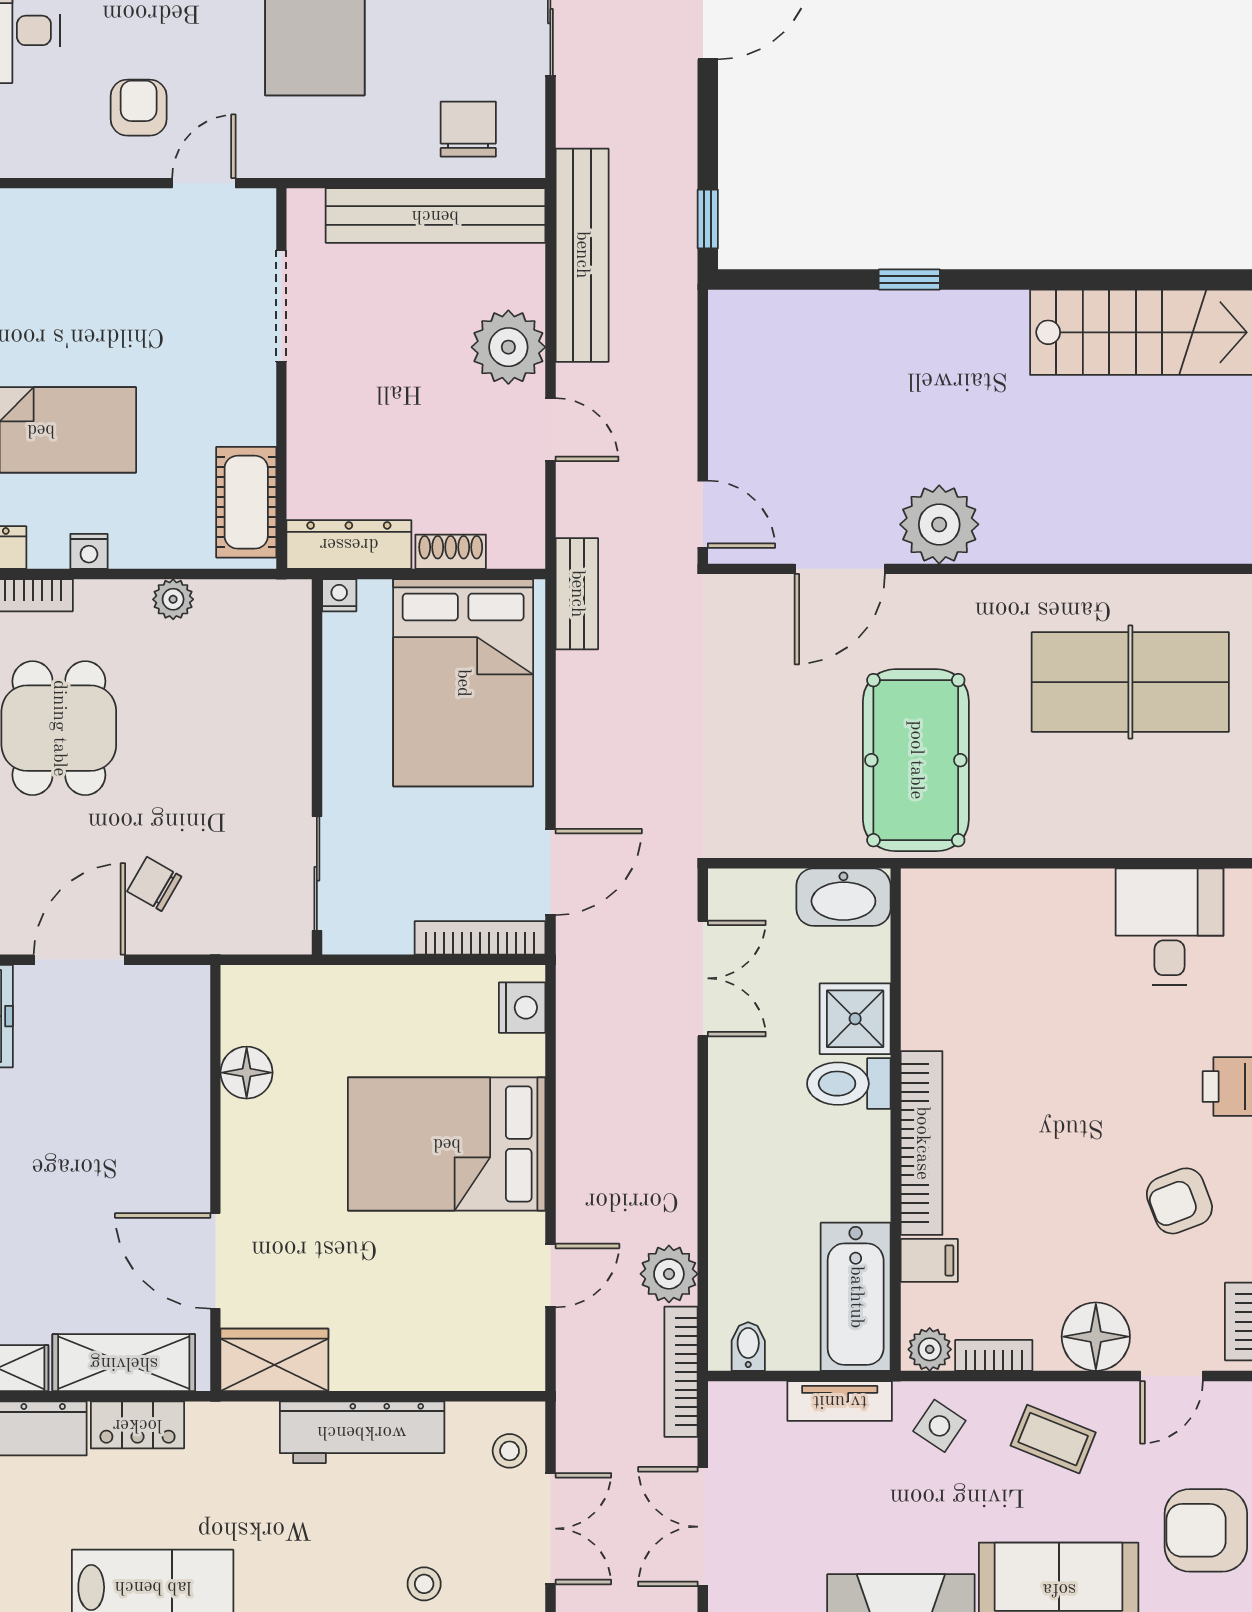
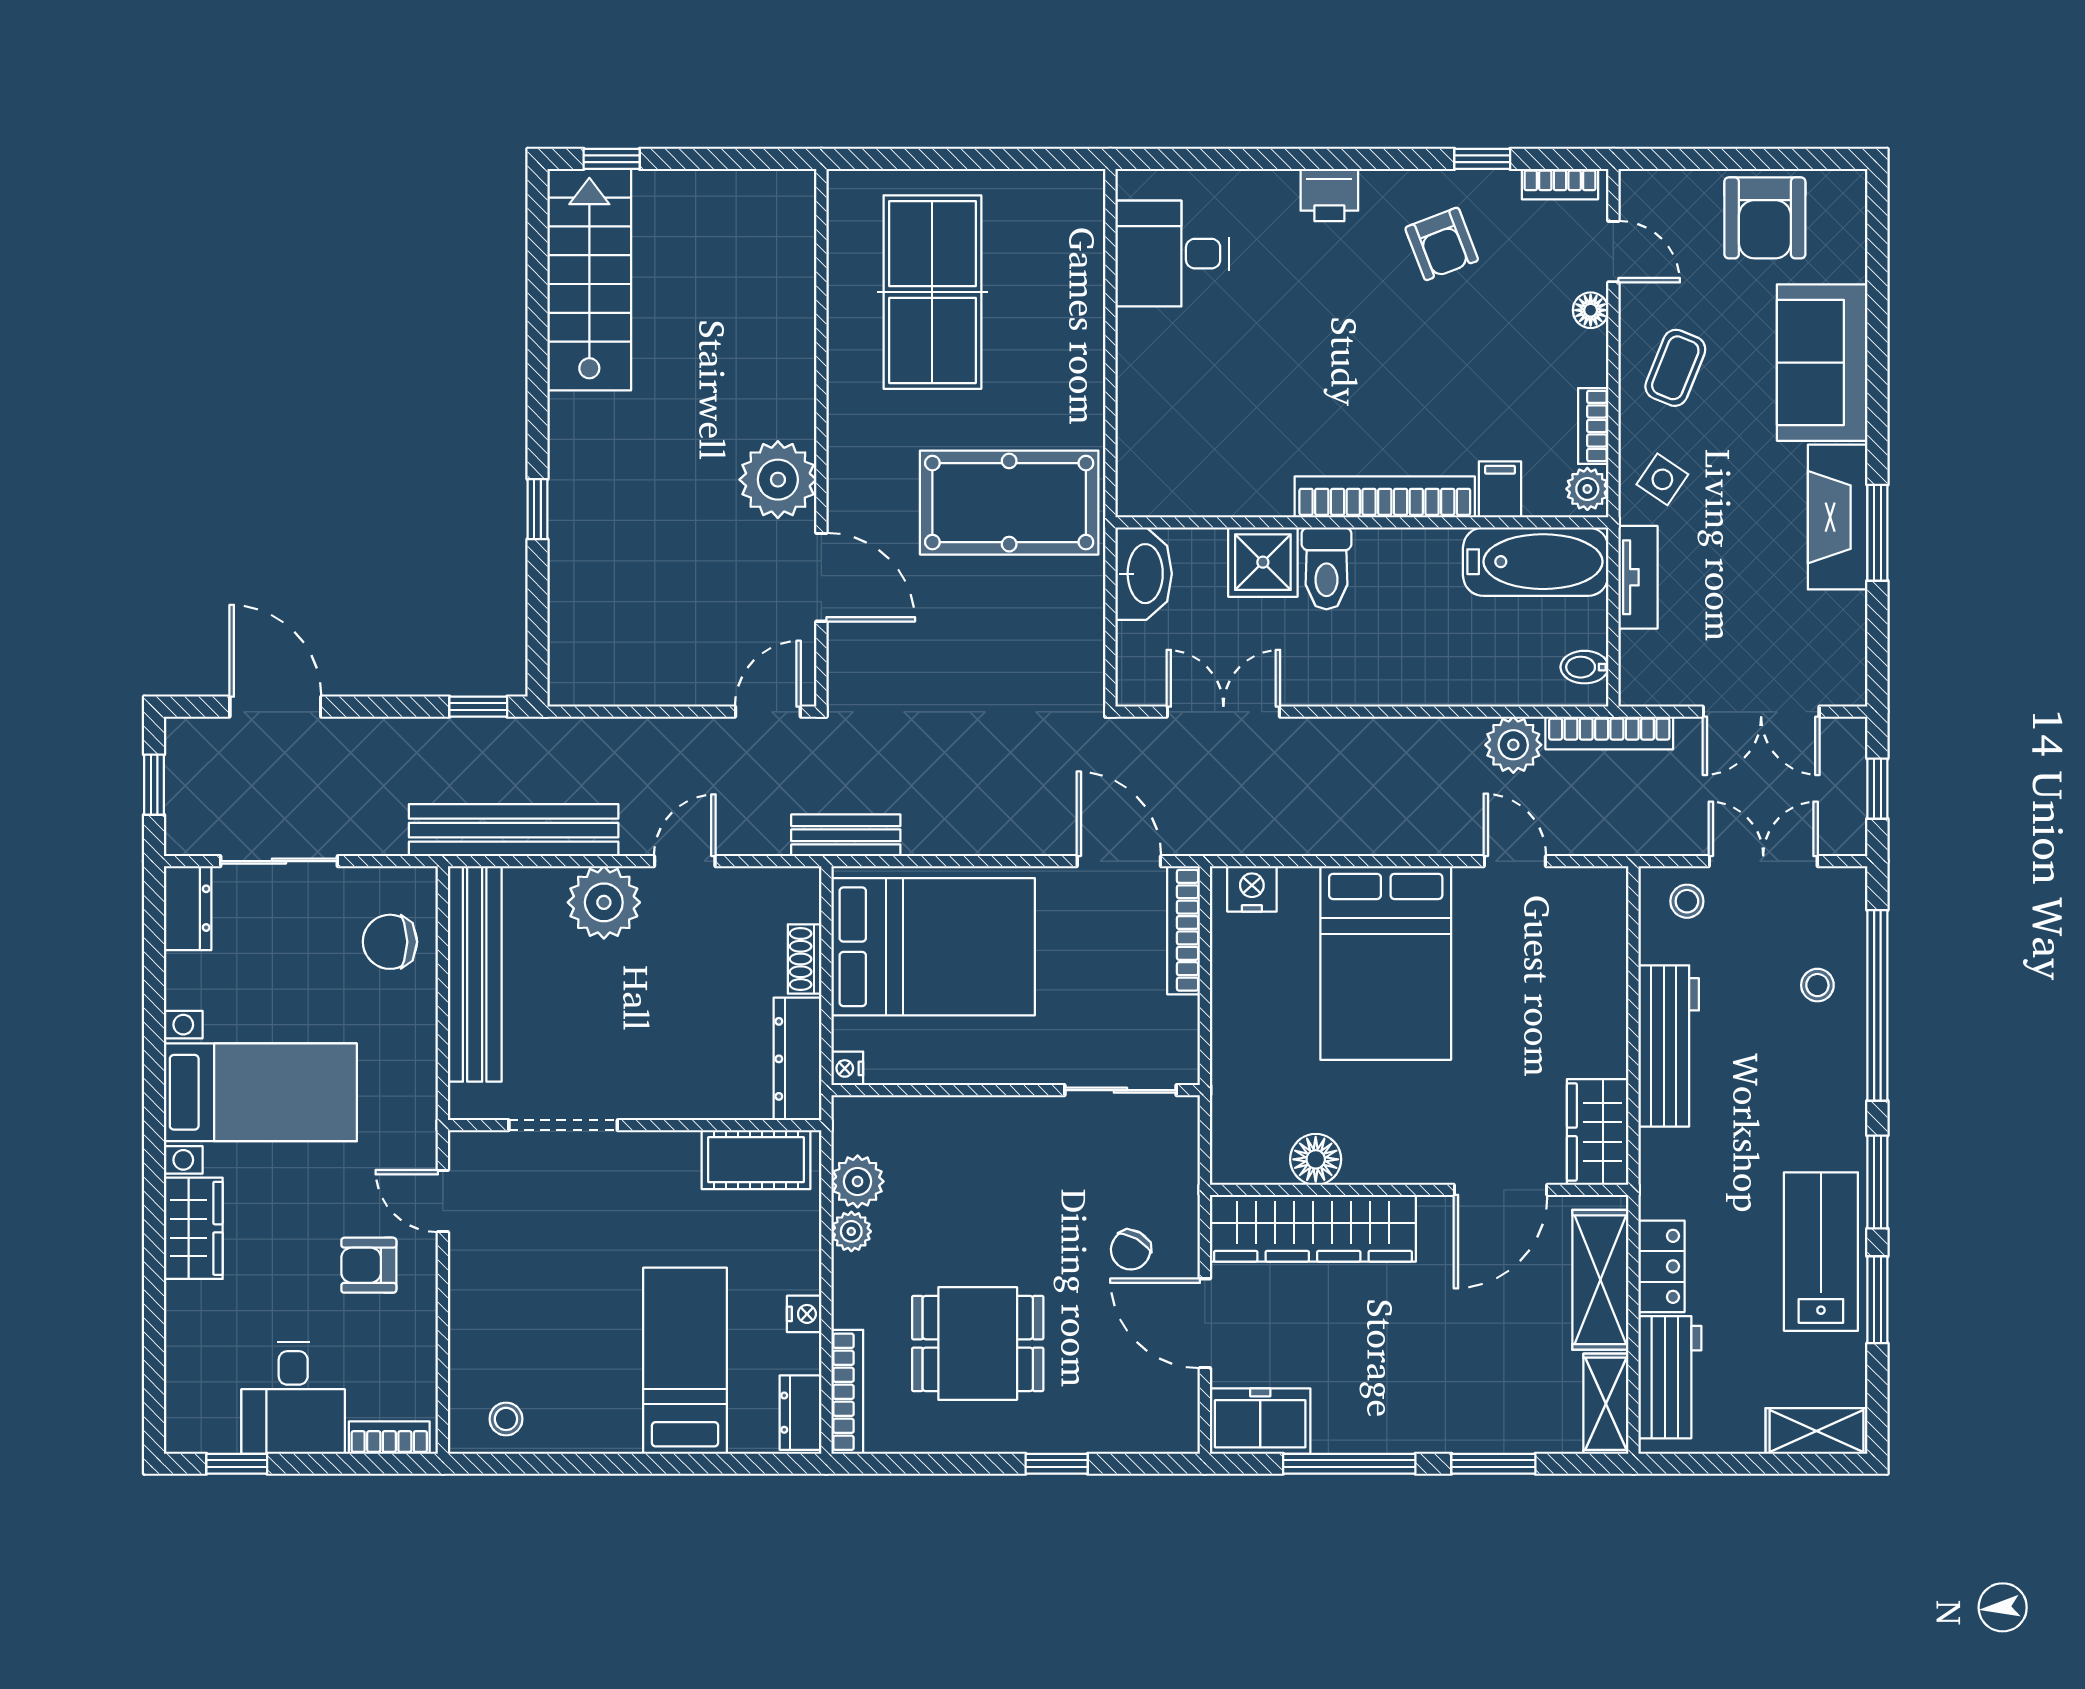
plant: (224, 606) -> (858, 1181), added
wardrobe: (176, 1070) -> (1313, 1228), added
floor lamp: (1096, 1337) -> (1591, 310), width x0.53, depth x0.53

